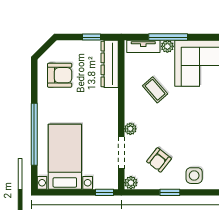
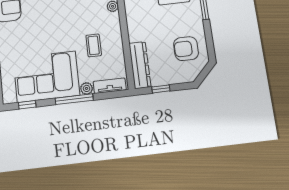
window: (168, 37) -> (74, 99), moved
coffee table: (155, 90) -> (94, 45), turned 41

